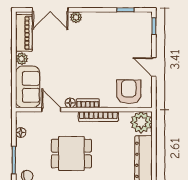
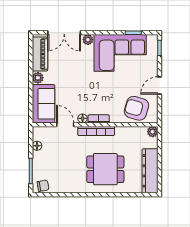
corner sofa: (111, 32) -> (120, 53), added
door: (154, 67) -> (160, 85), hinge flipped
armchair: (129, 92) -> (136, 108), turned -74
bookcase: (98, 116) -> (96, 131), moved
plant: (141, 122) -> (153, 132), width x0.53, depth x0.53
dining table: (71, 154) -> (105, 169), moved

